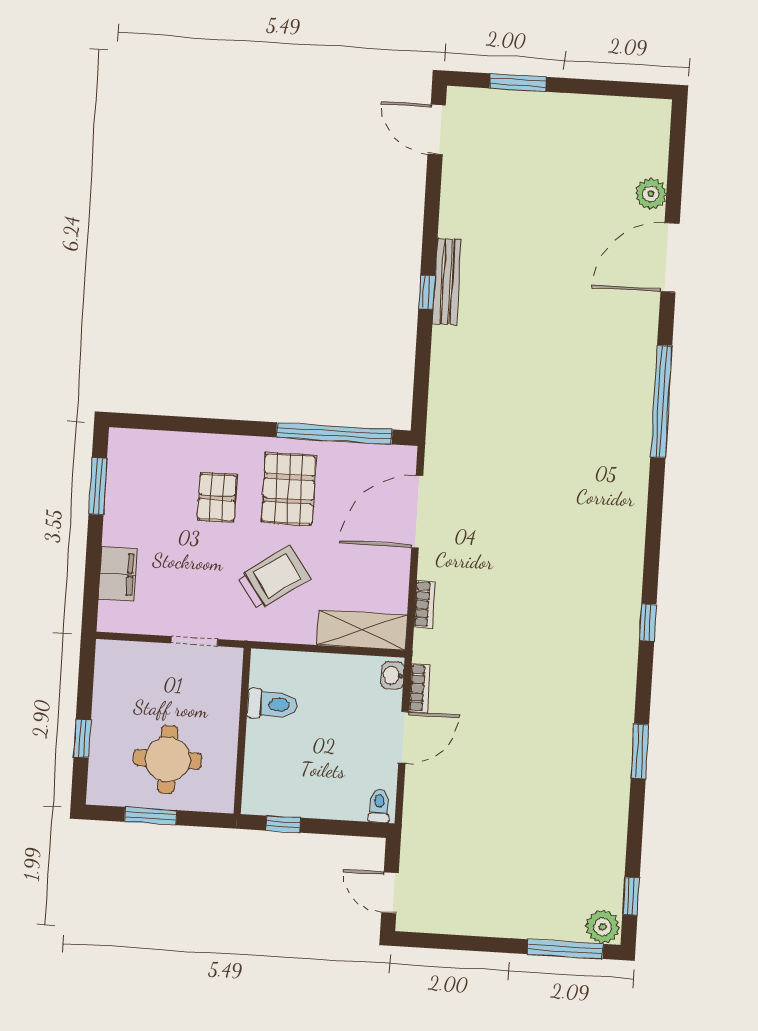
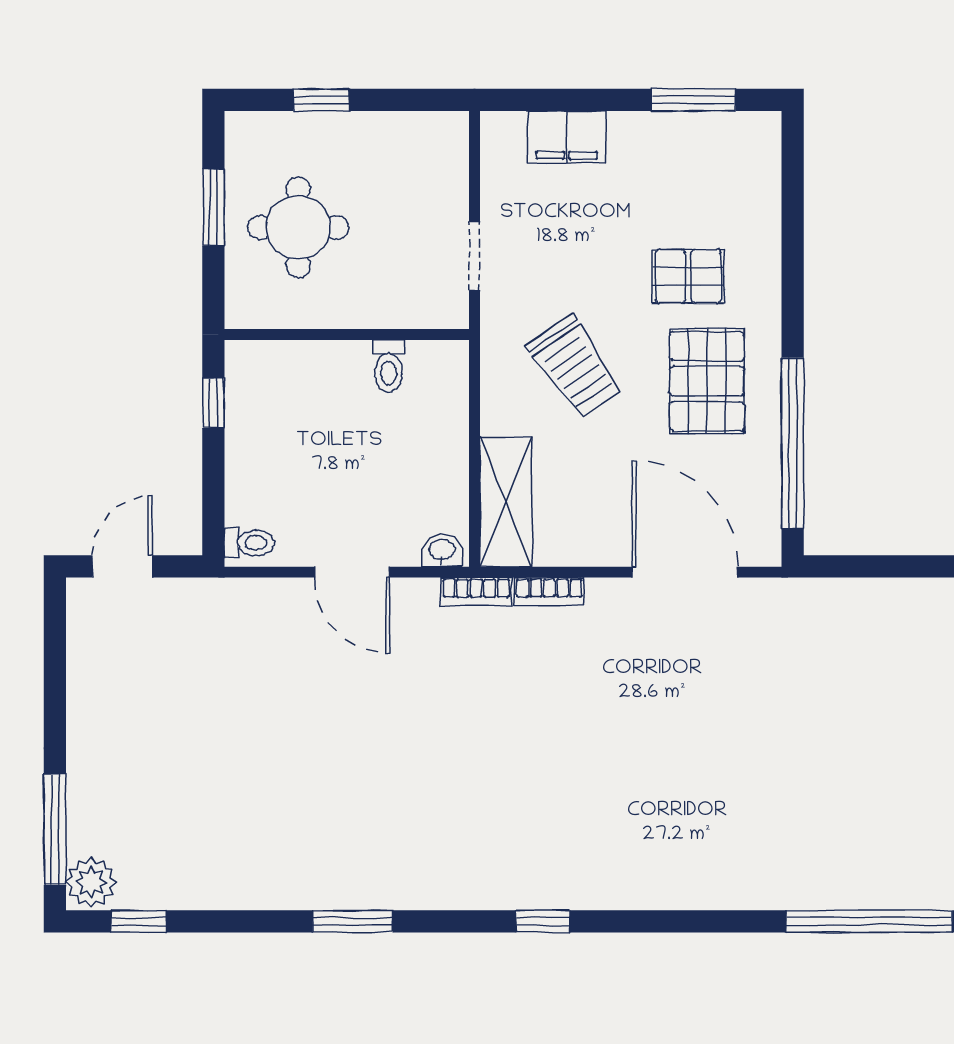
pallet: (289, 489) -> (707, 381), turned 90
bookcase: (420, 688) -> (476, 592), moved
toilet: (272, 704) -> (389, 366), width x0.73, depth x0.72

